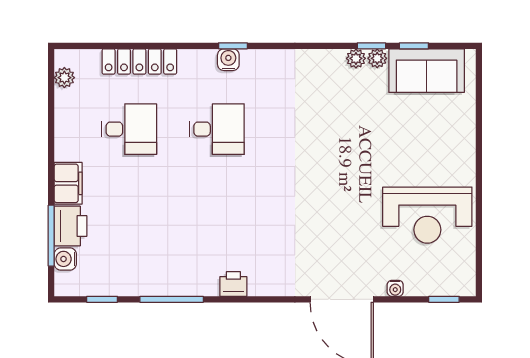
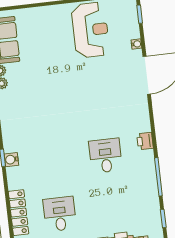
desk: (217, 129) -> (106, 156), moved

